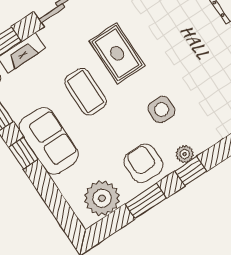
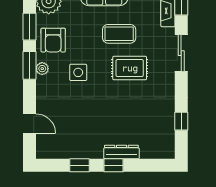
armchair: (143, 163) -> (53, 40), turned 90
window: (191, 171) -> (30, 65), width x1.50

